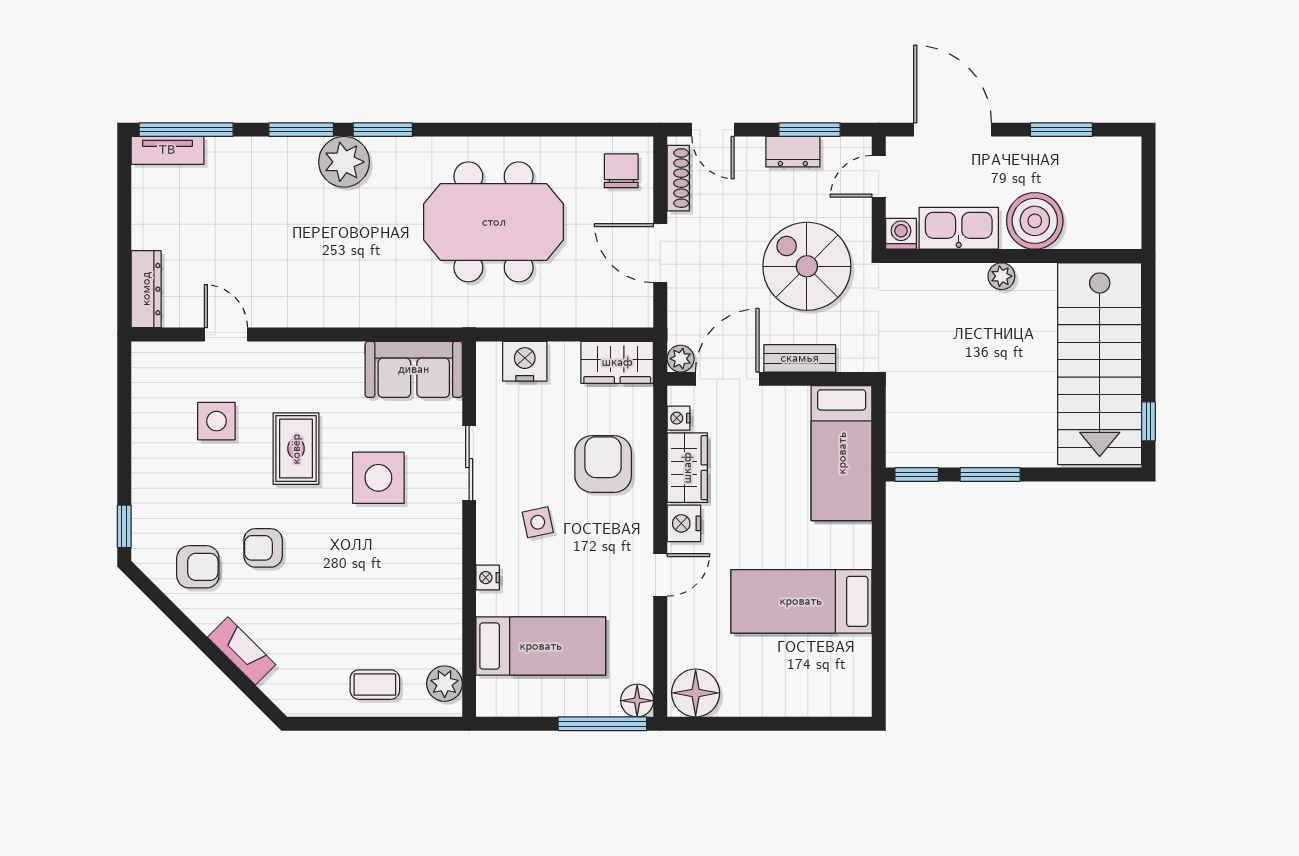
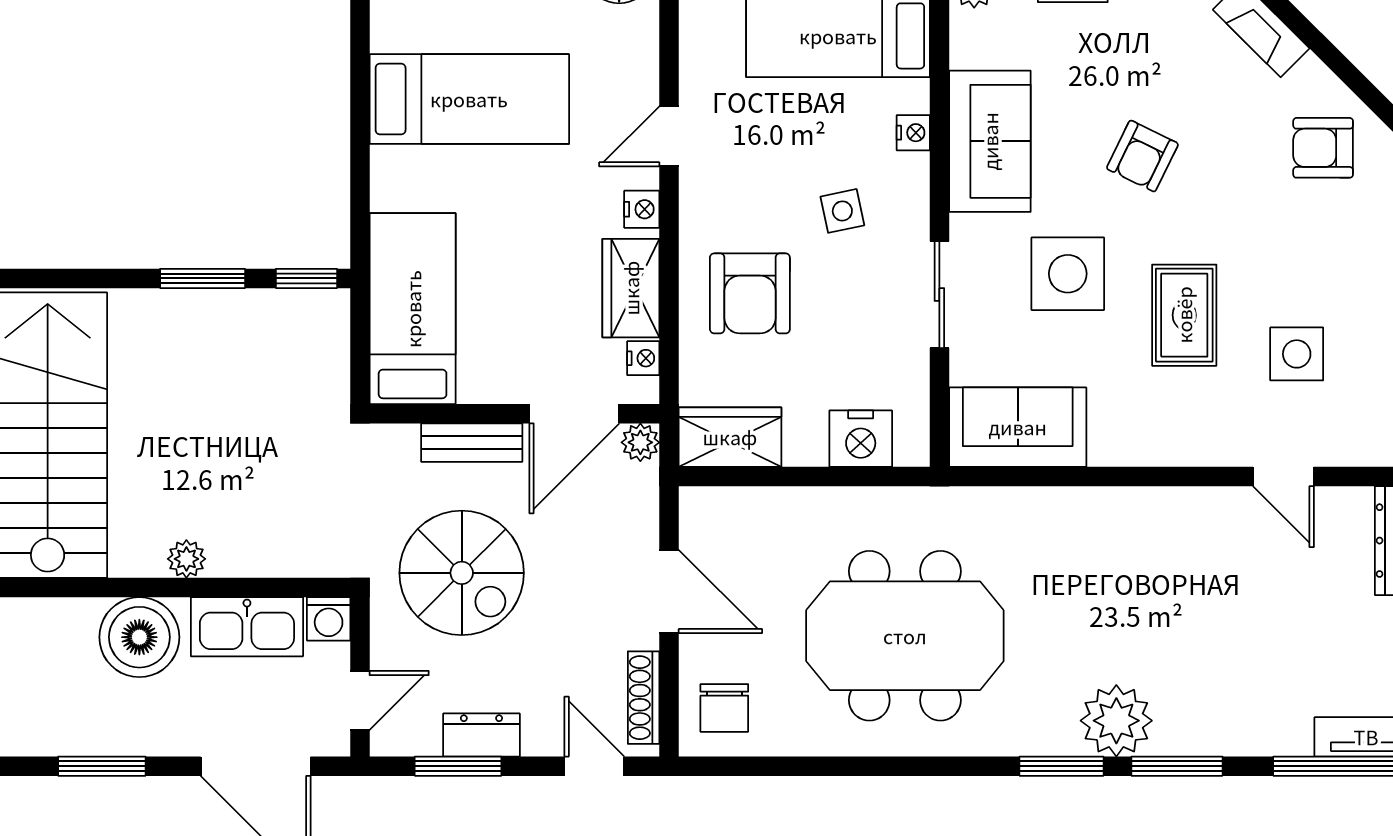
nightstand: (684, 523) -> (642, 209), width x0.72, depth x0.74
armchair: (263, 548) -> (1142, 156), moved, turned 116
sofa: (433, 571) -> (990, 141), added

